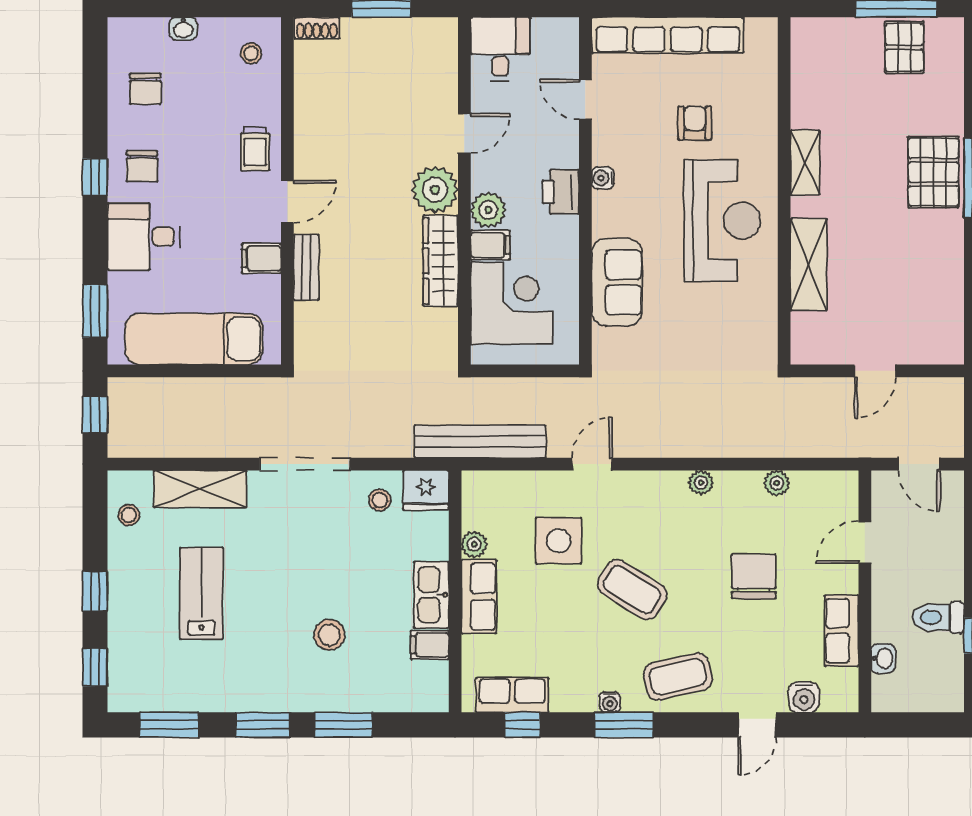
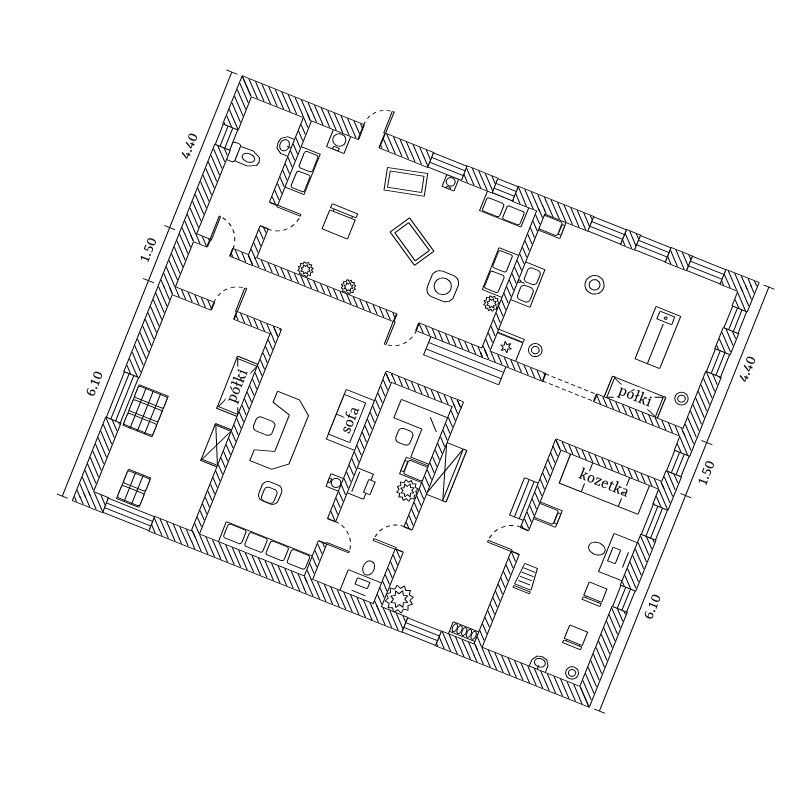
stool: (251, 53) -> (572, 673), moved
plant: (435, 190) -> (399, 599), moved
filing cabinet: (430, 645) -> (552, 226), moved

